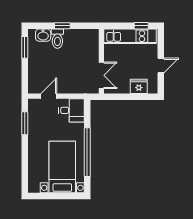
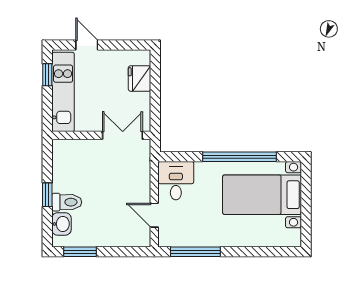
door: (161, 66) -> (87, 45), moved
window: (25, 123) -> (195, 252), width x1.44

